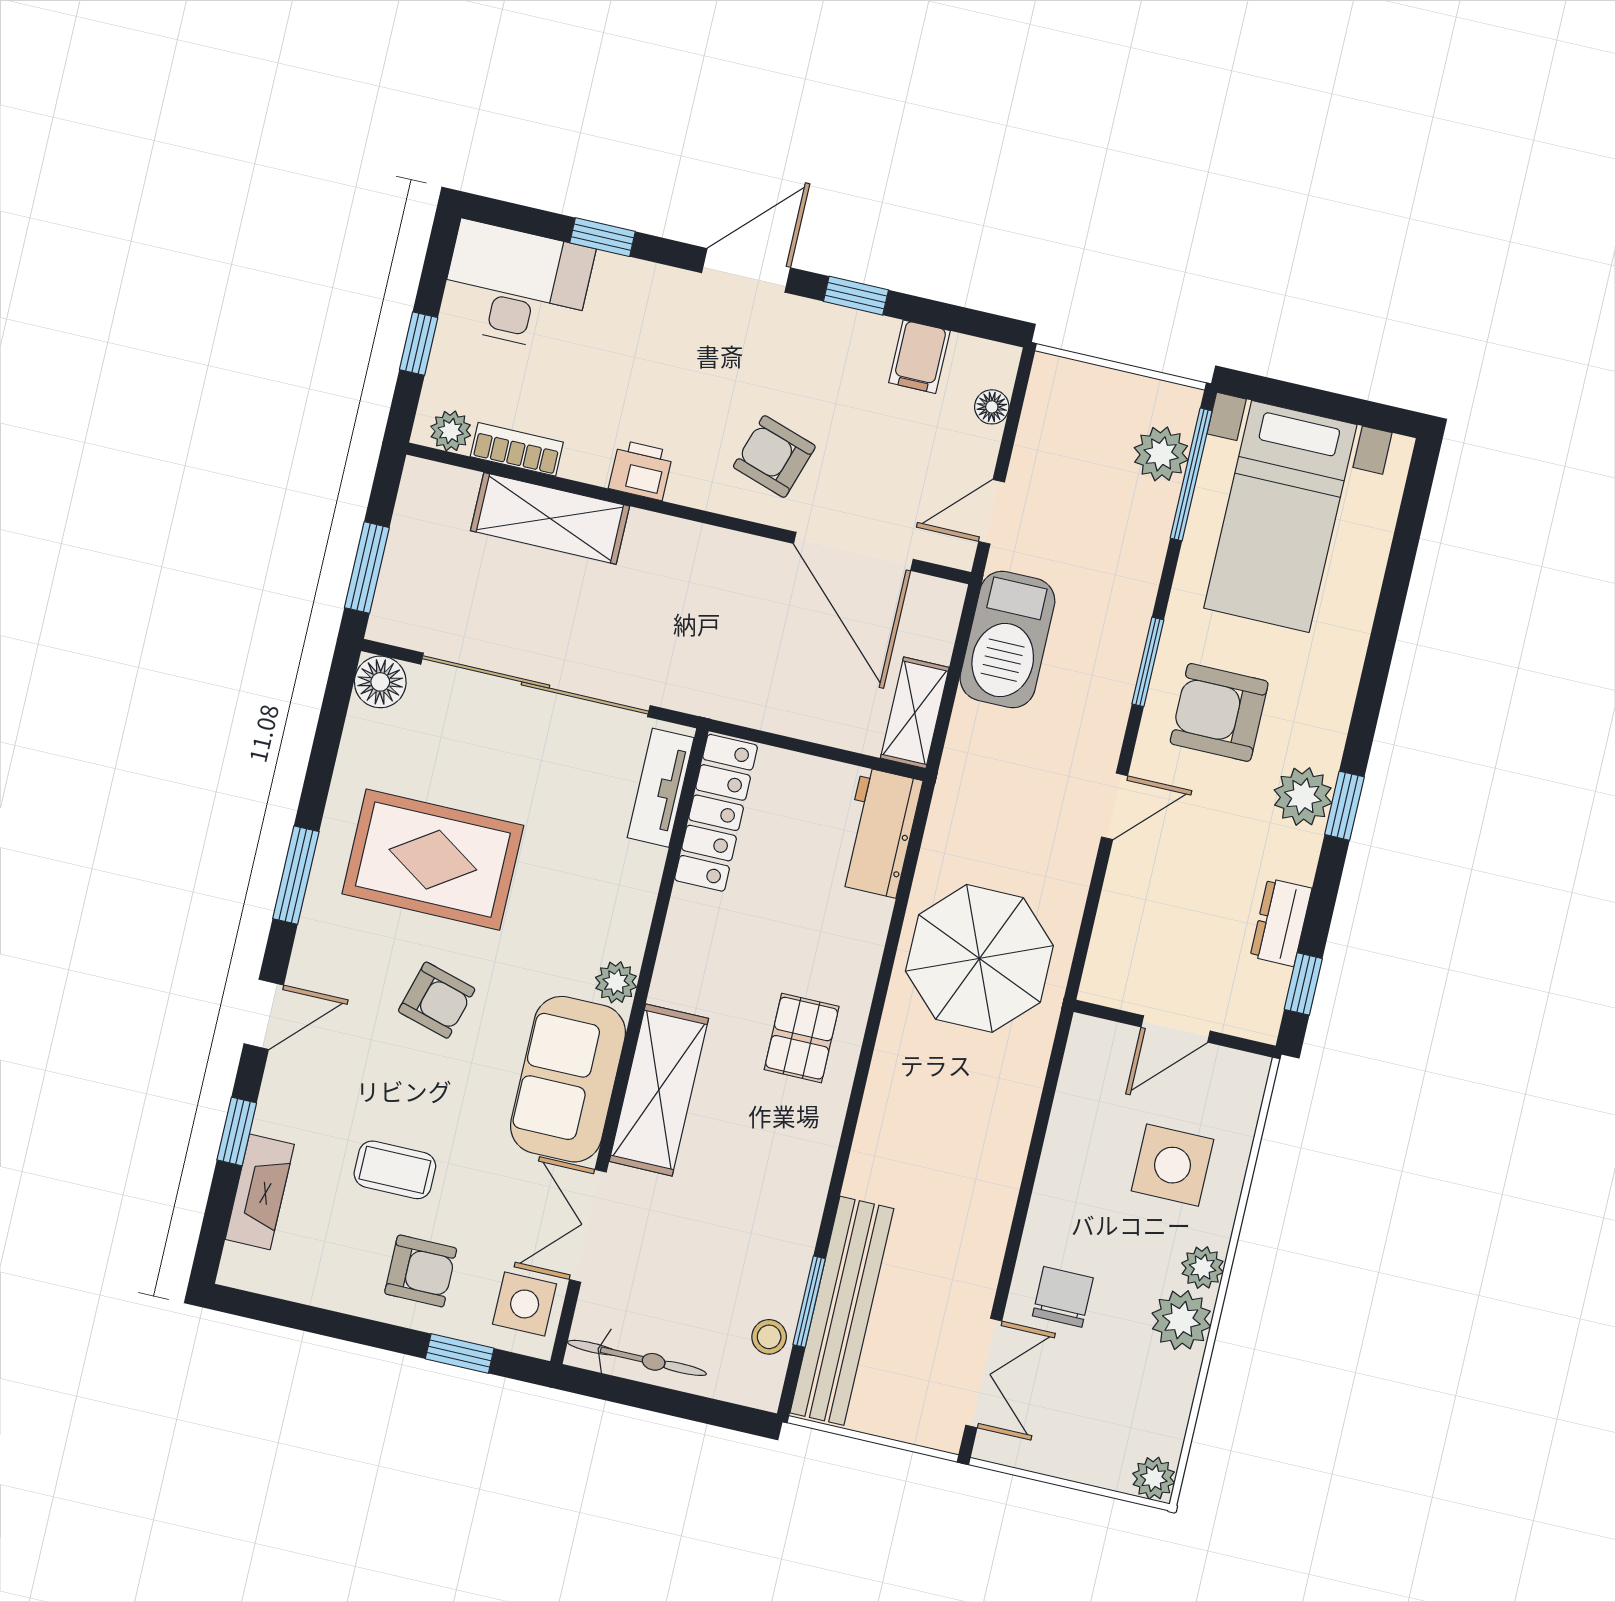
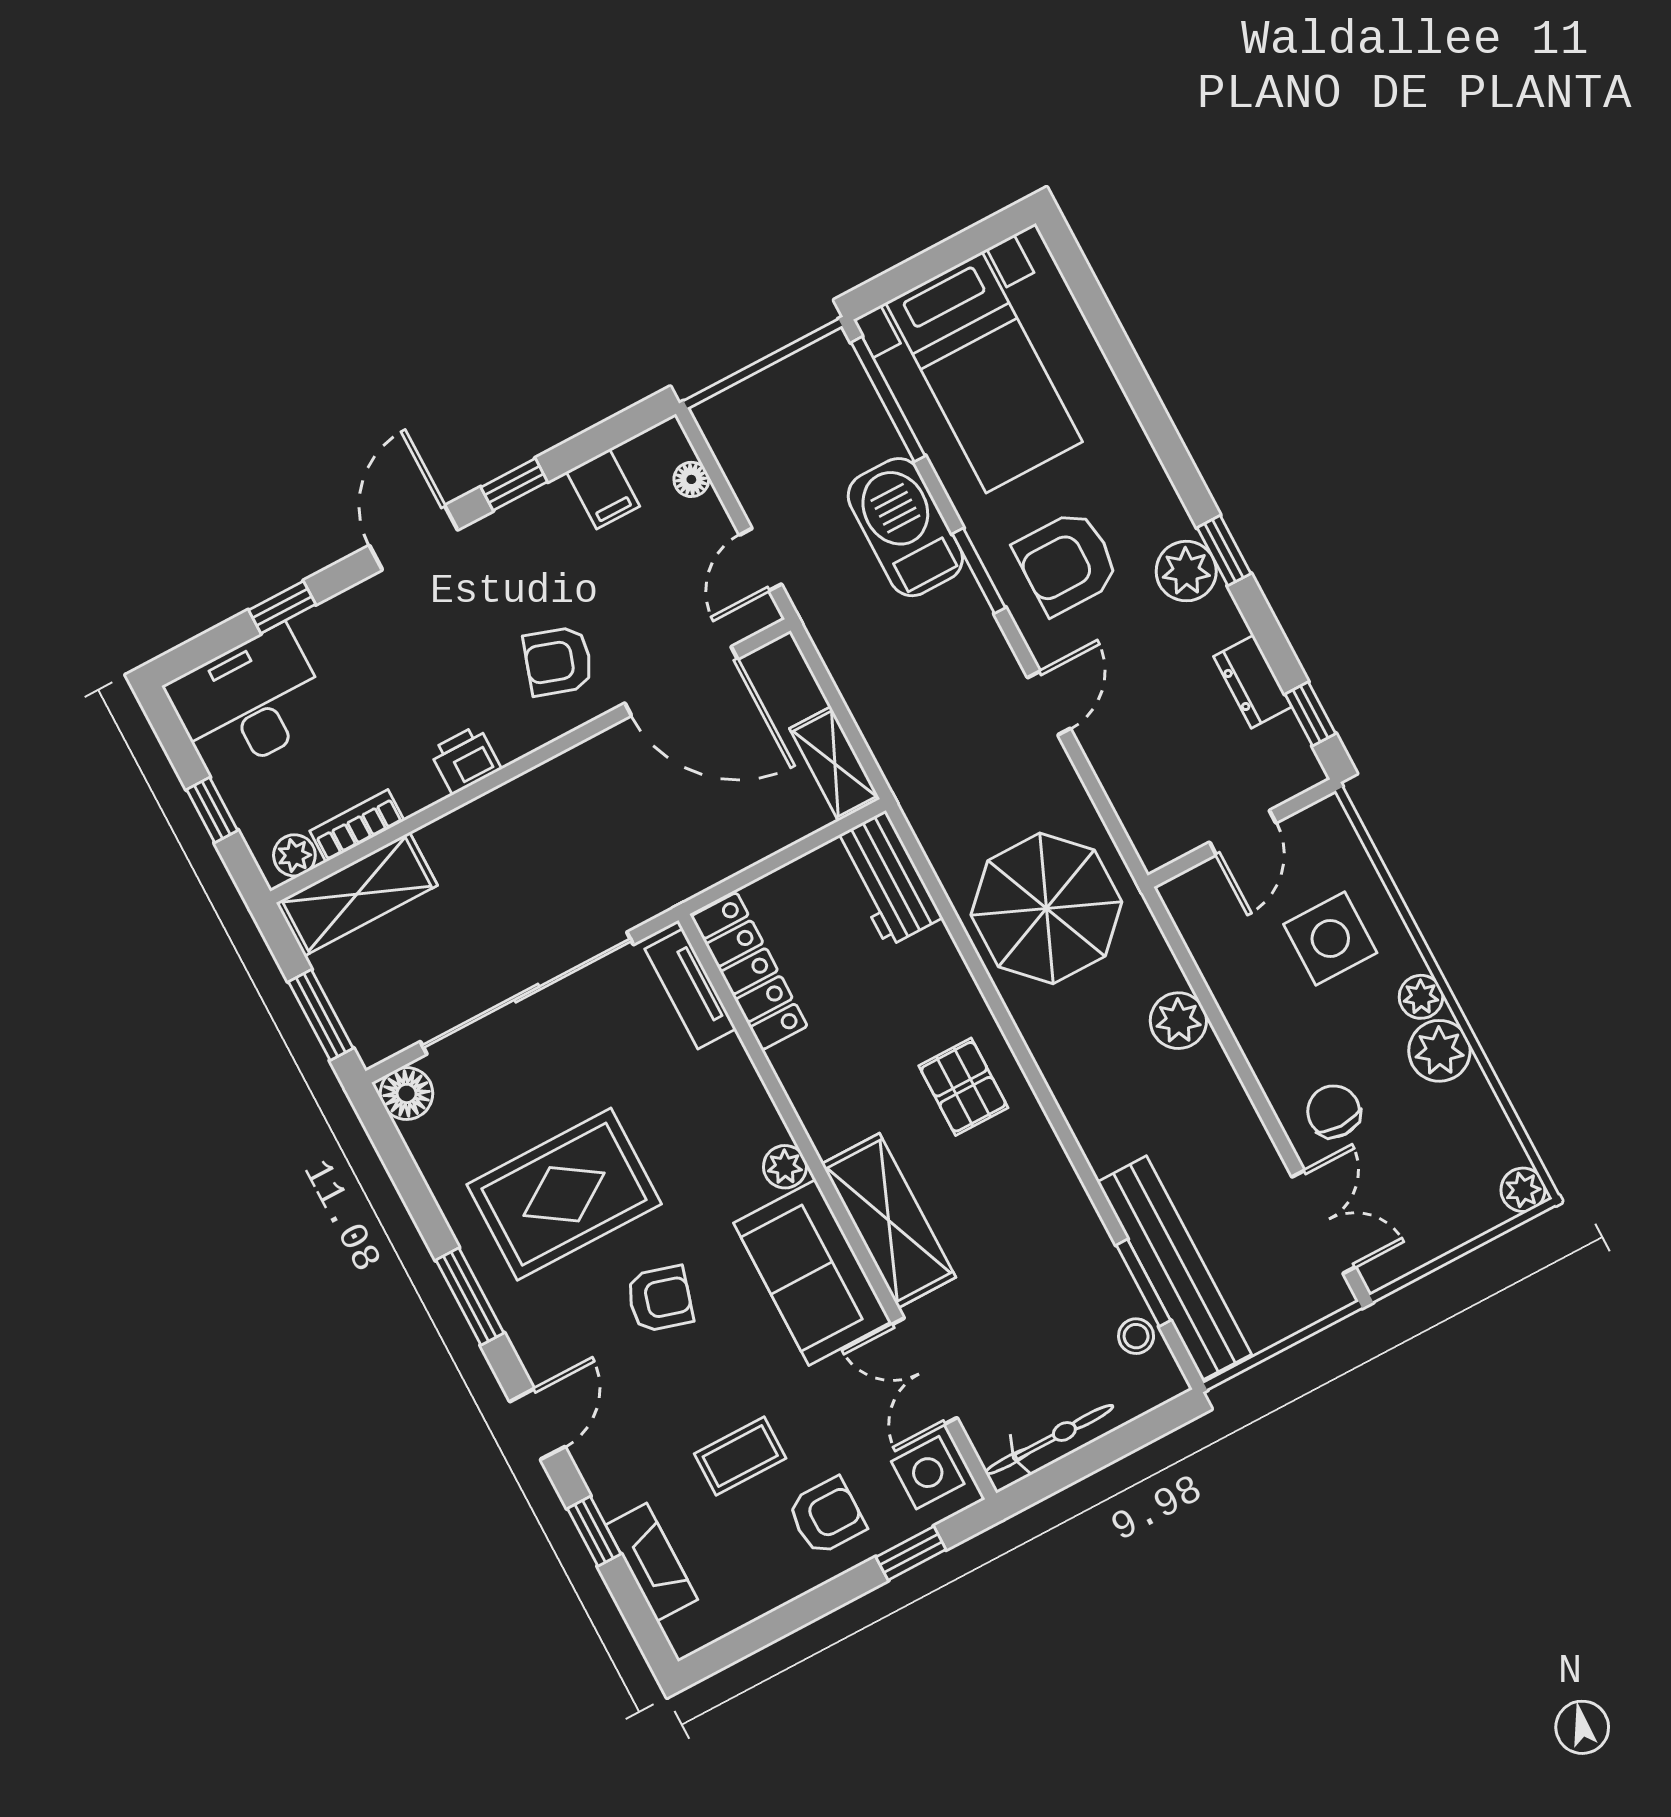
plant: (1161, 454) -> (1178, 1021), moved
shelving: (550, 518) -> (357, 894), moved
barbecue: (1007, 639) -> (905, 527), moved, turned 180

